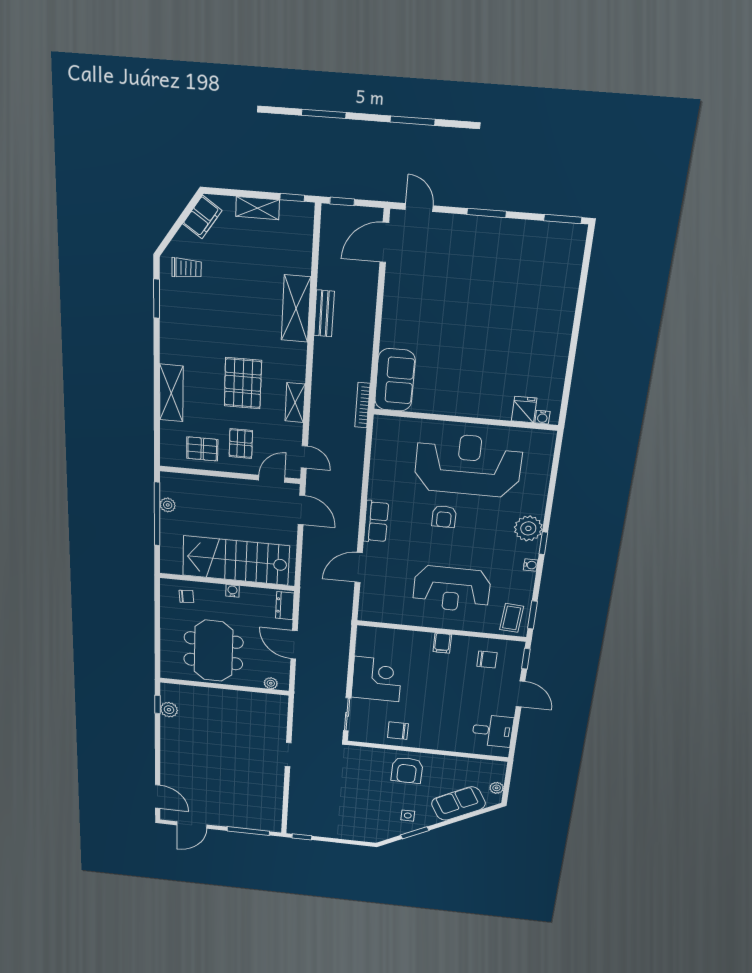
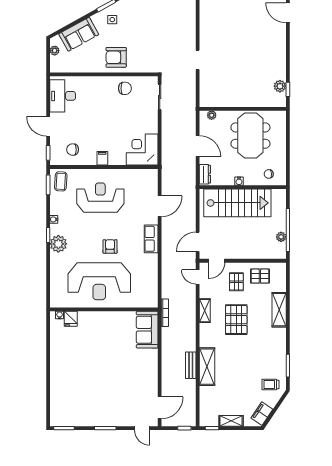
door: (301, 510) -> (198, 242), hinge flipped
corner desk: (377, 679) -> (142, 150), moved, turned 90
desk: (493, 731) -> (63, 96), width x1.37
armchair: (407, 770) -> (116, 57), turned -91

